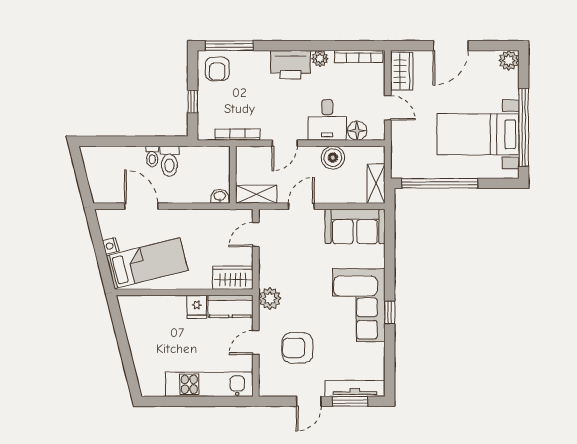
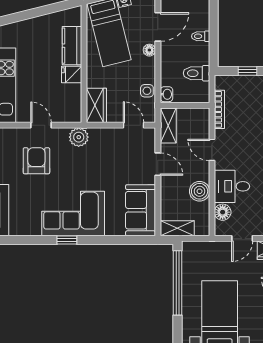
toilet: (169, 161) -> (196, 73), moved
floor lamp: (168, 216) -> (149, 50), added
side table: (216, 219) -> (147, 91), added
kitchen counter: (231, 306) -> (72, 46), moved

